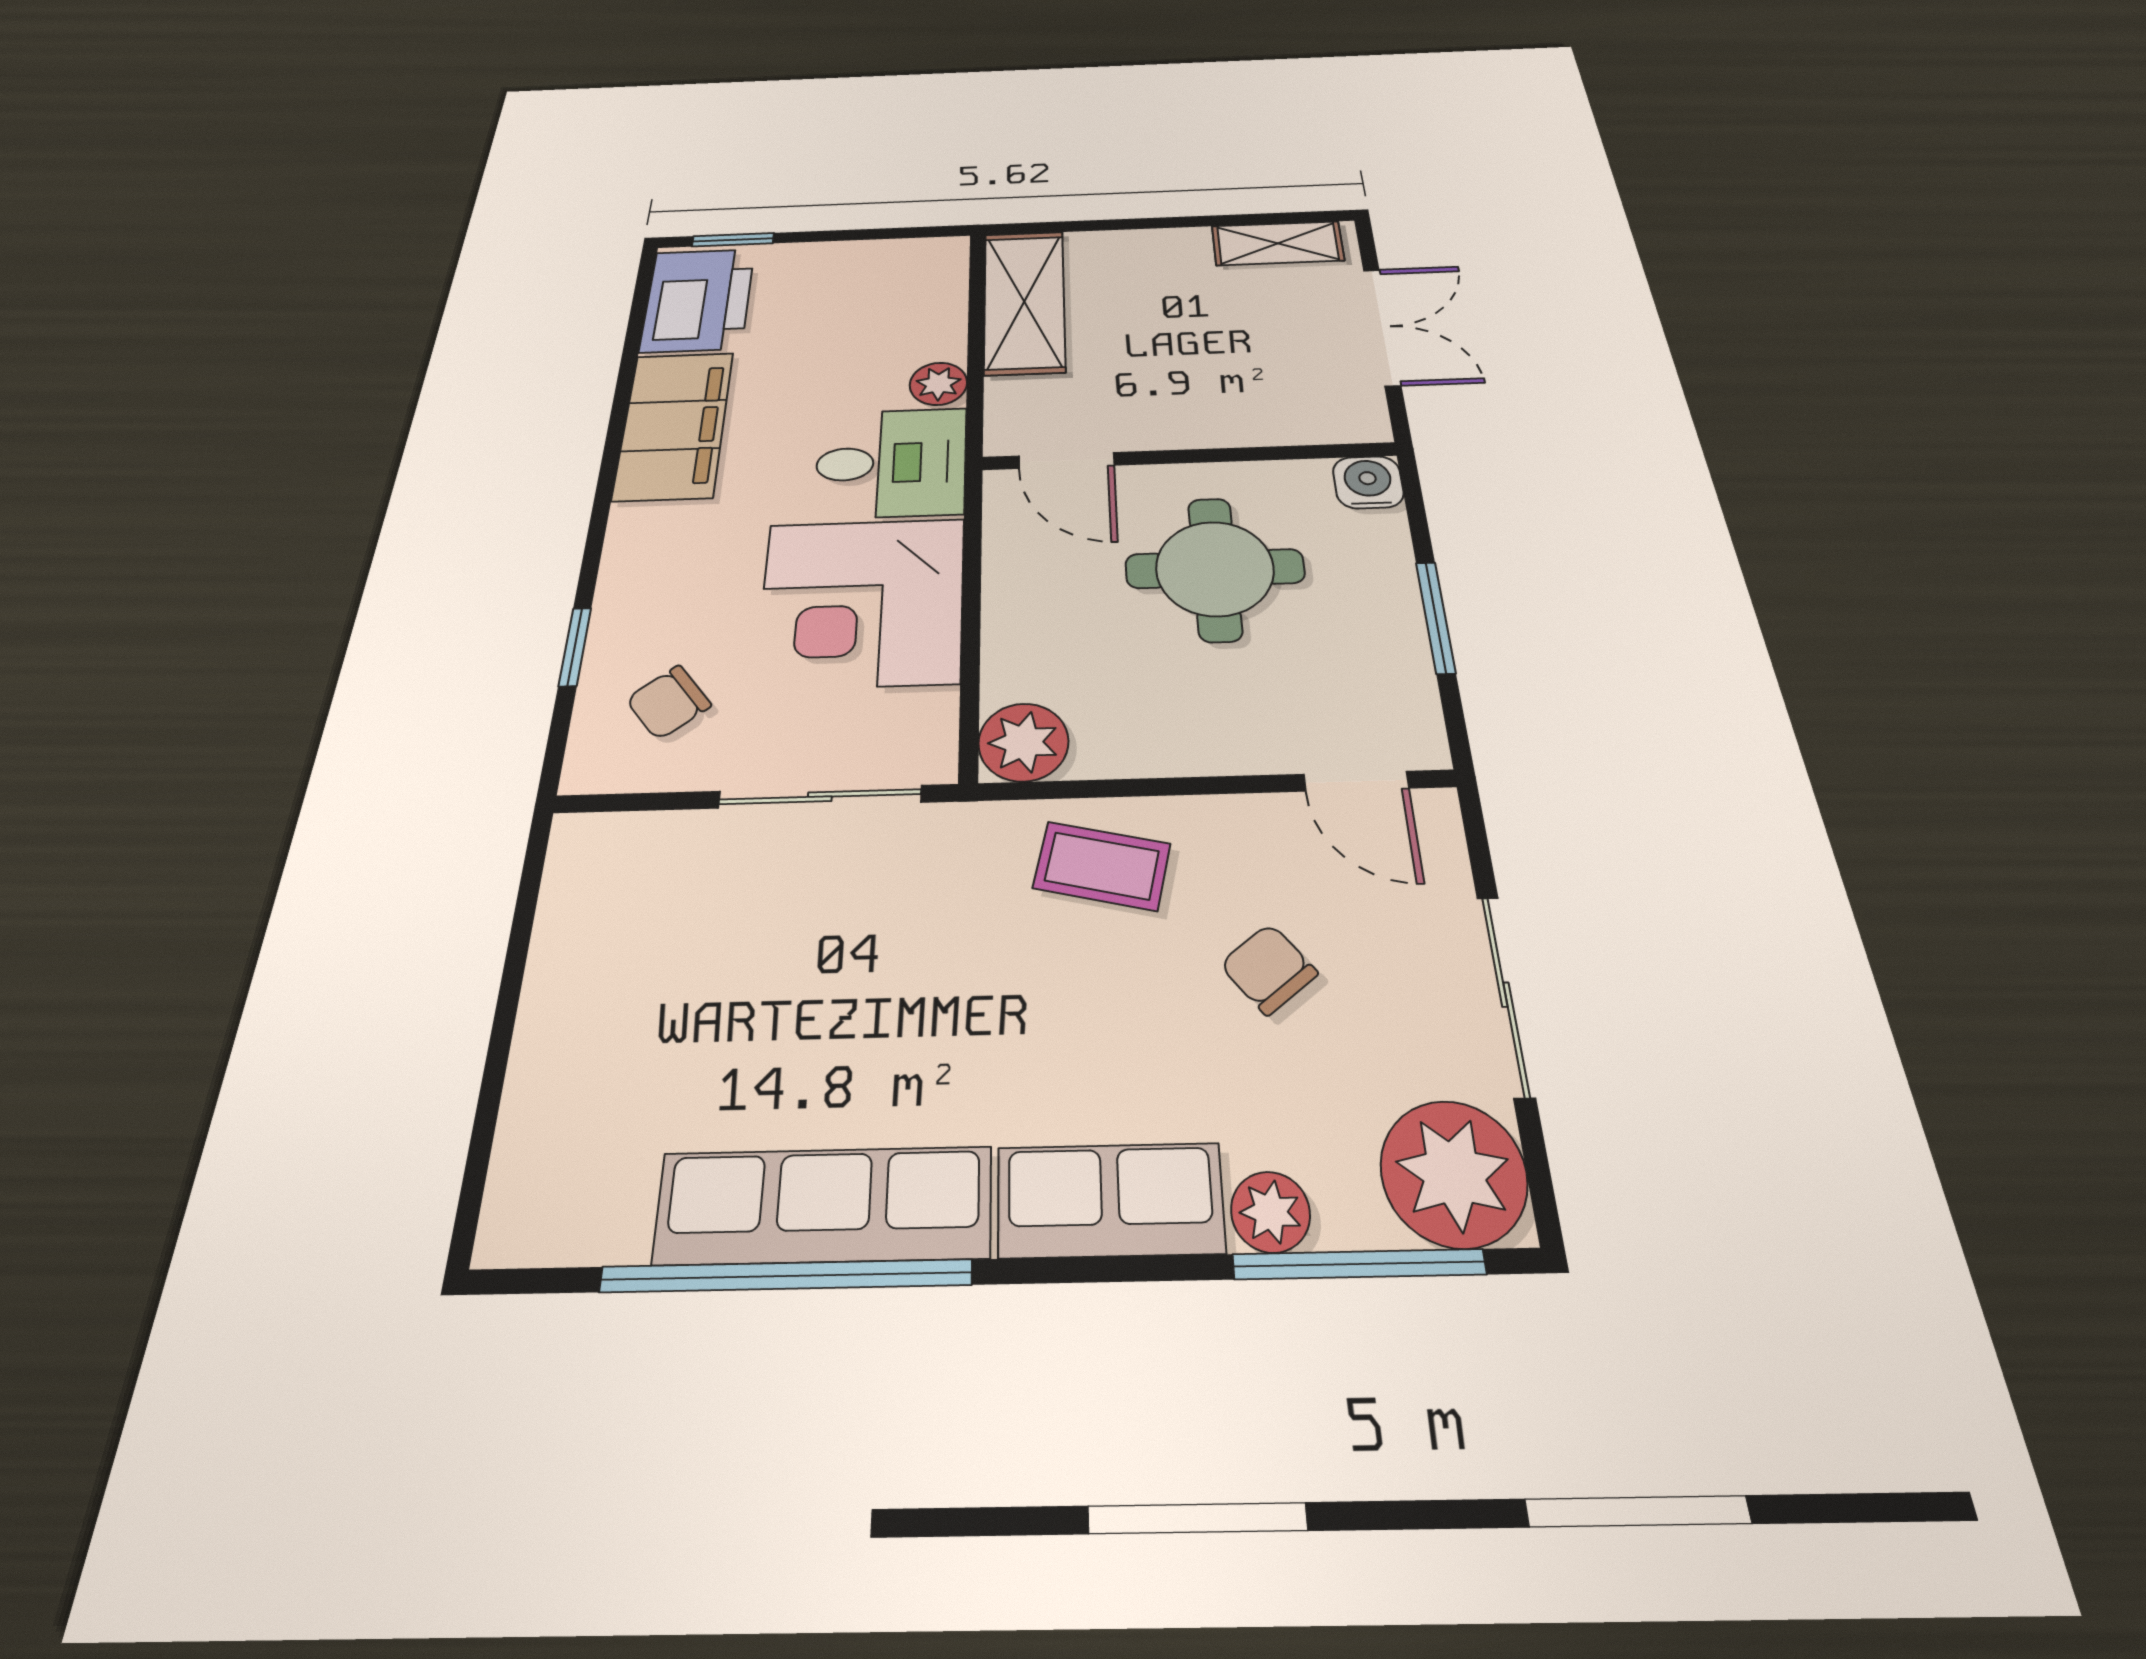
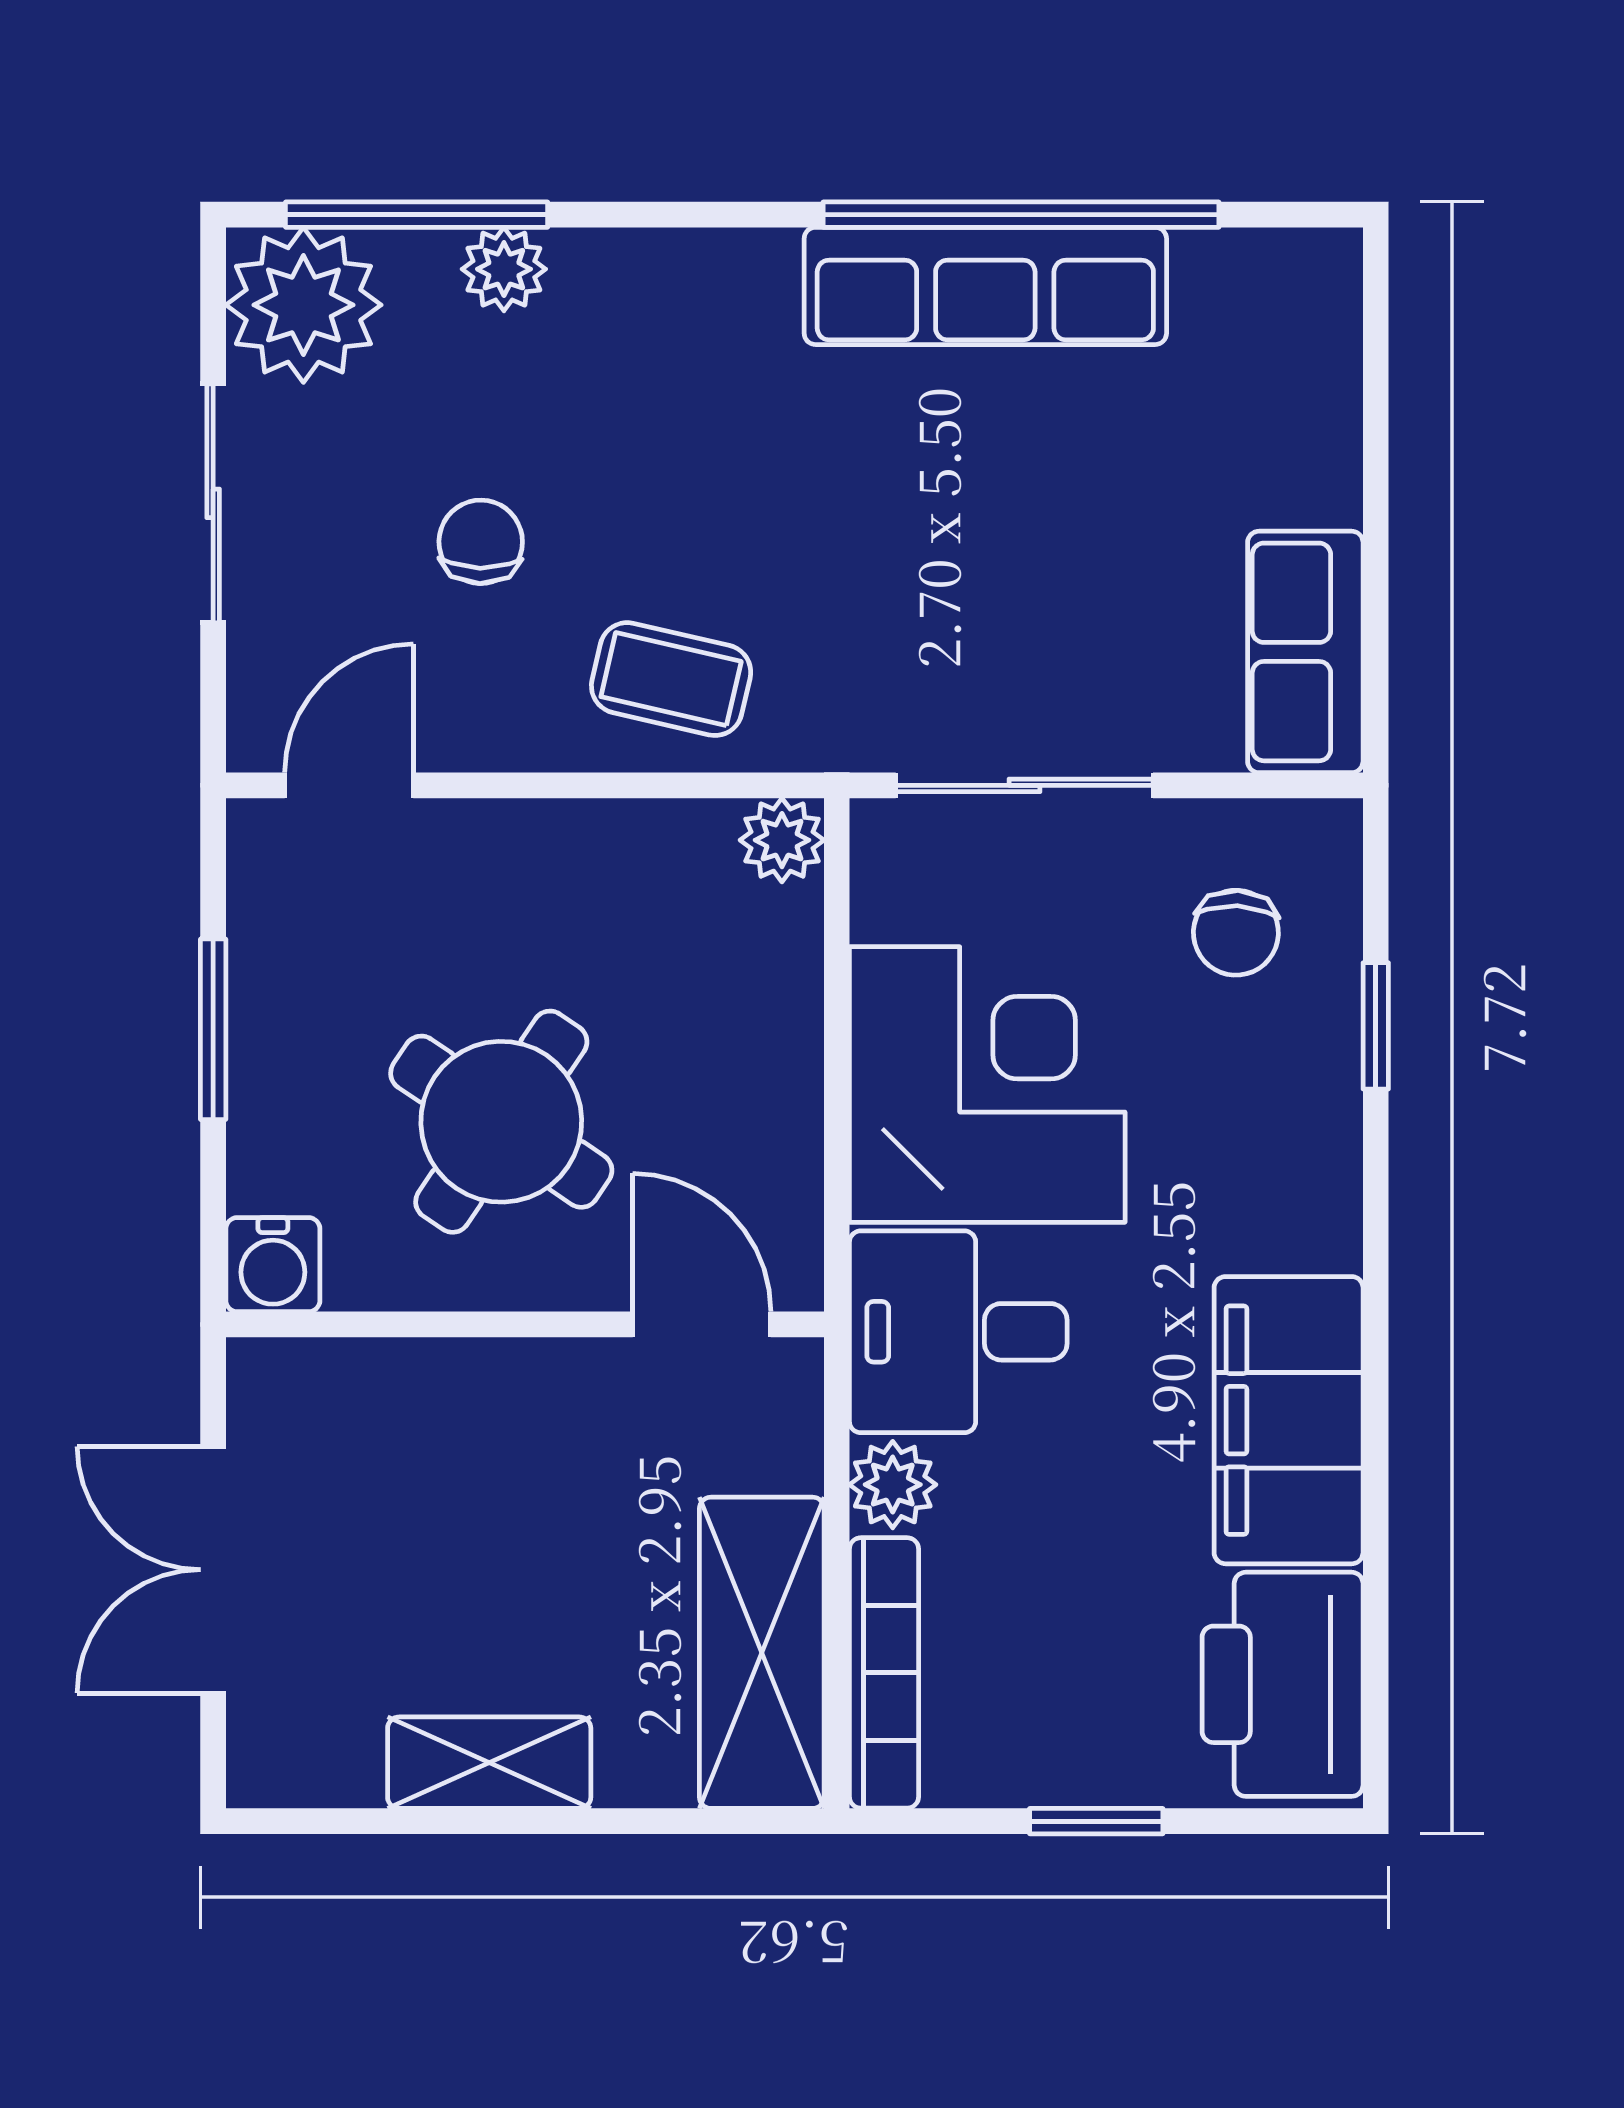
window: (733, 240) -> (1096, 1821), moved
shelving: (1278, 243) -> (489, 1763), moved
bookcase: (947, 295) -> (884, 1673), added
round table: (1215, 569) -> (501, 1122), turned 34
chair: (669, 702) -> (1236, 933), turned 131
plant: (1023, 742) -> (782, 840), width x0.73, depth x0.73
door: (1356, 781) -> (349, 785), hinge flipped
chair: (1269, 969) -> (481, 542), turned -141
row of seats: (1110, 1200) -> (1305, 652), moved, turned 90

